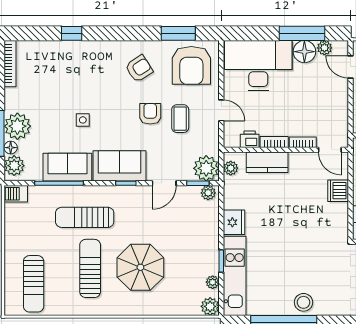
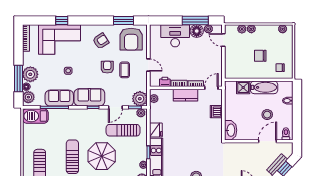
corner sofa: (68, 66) -> (60, 39), added
desk: (258, 66) -> (175, 36), width x0.73, depth x0.77
door: (330, 150) -> (211, 88), swing flipped
kitchen counter: (267, 162) -> (185, 95), moved
barbecue: (16, 194) -> (35, 116), width x1.88, depth x1.53
sun lounger: (85, 217) -> (123, 130), moved

